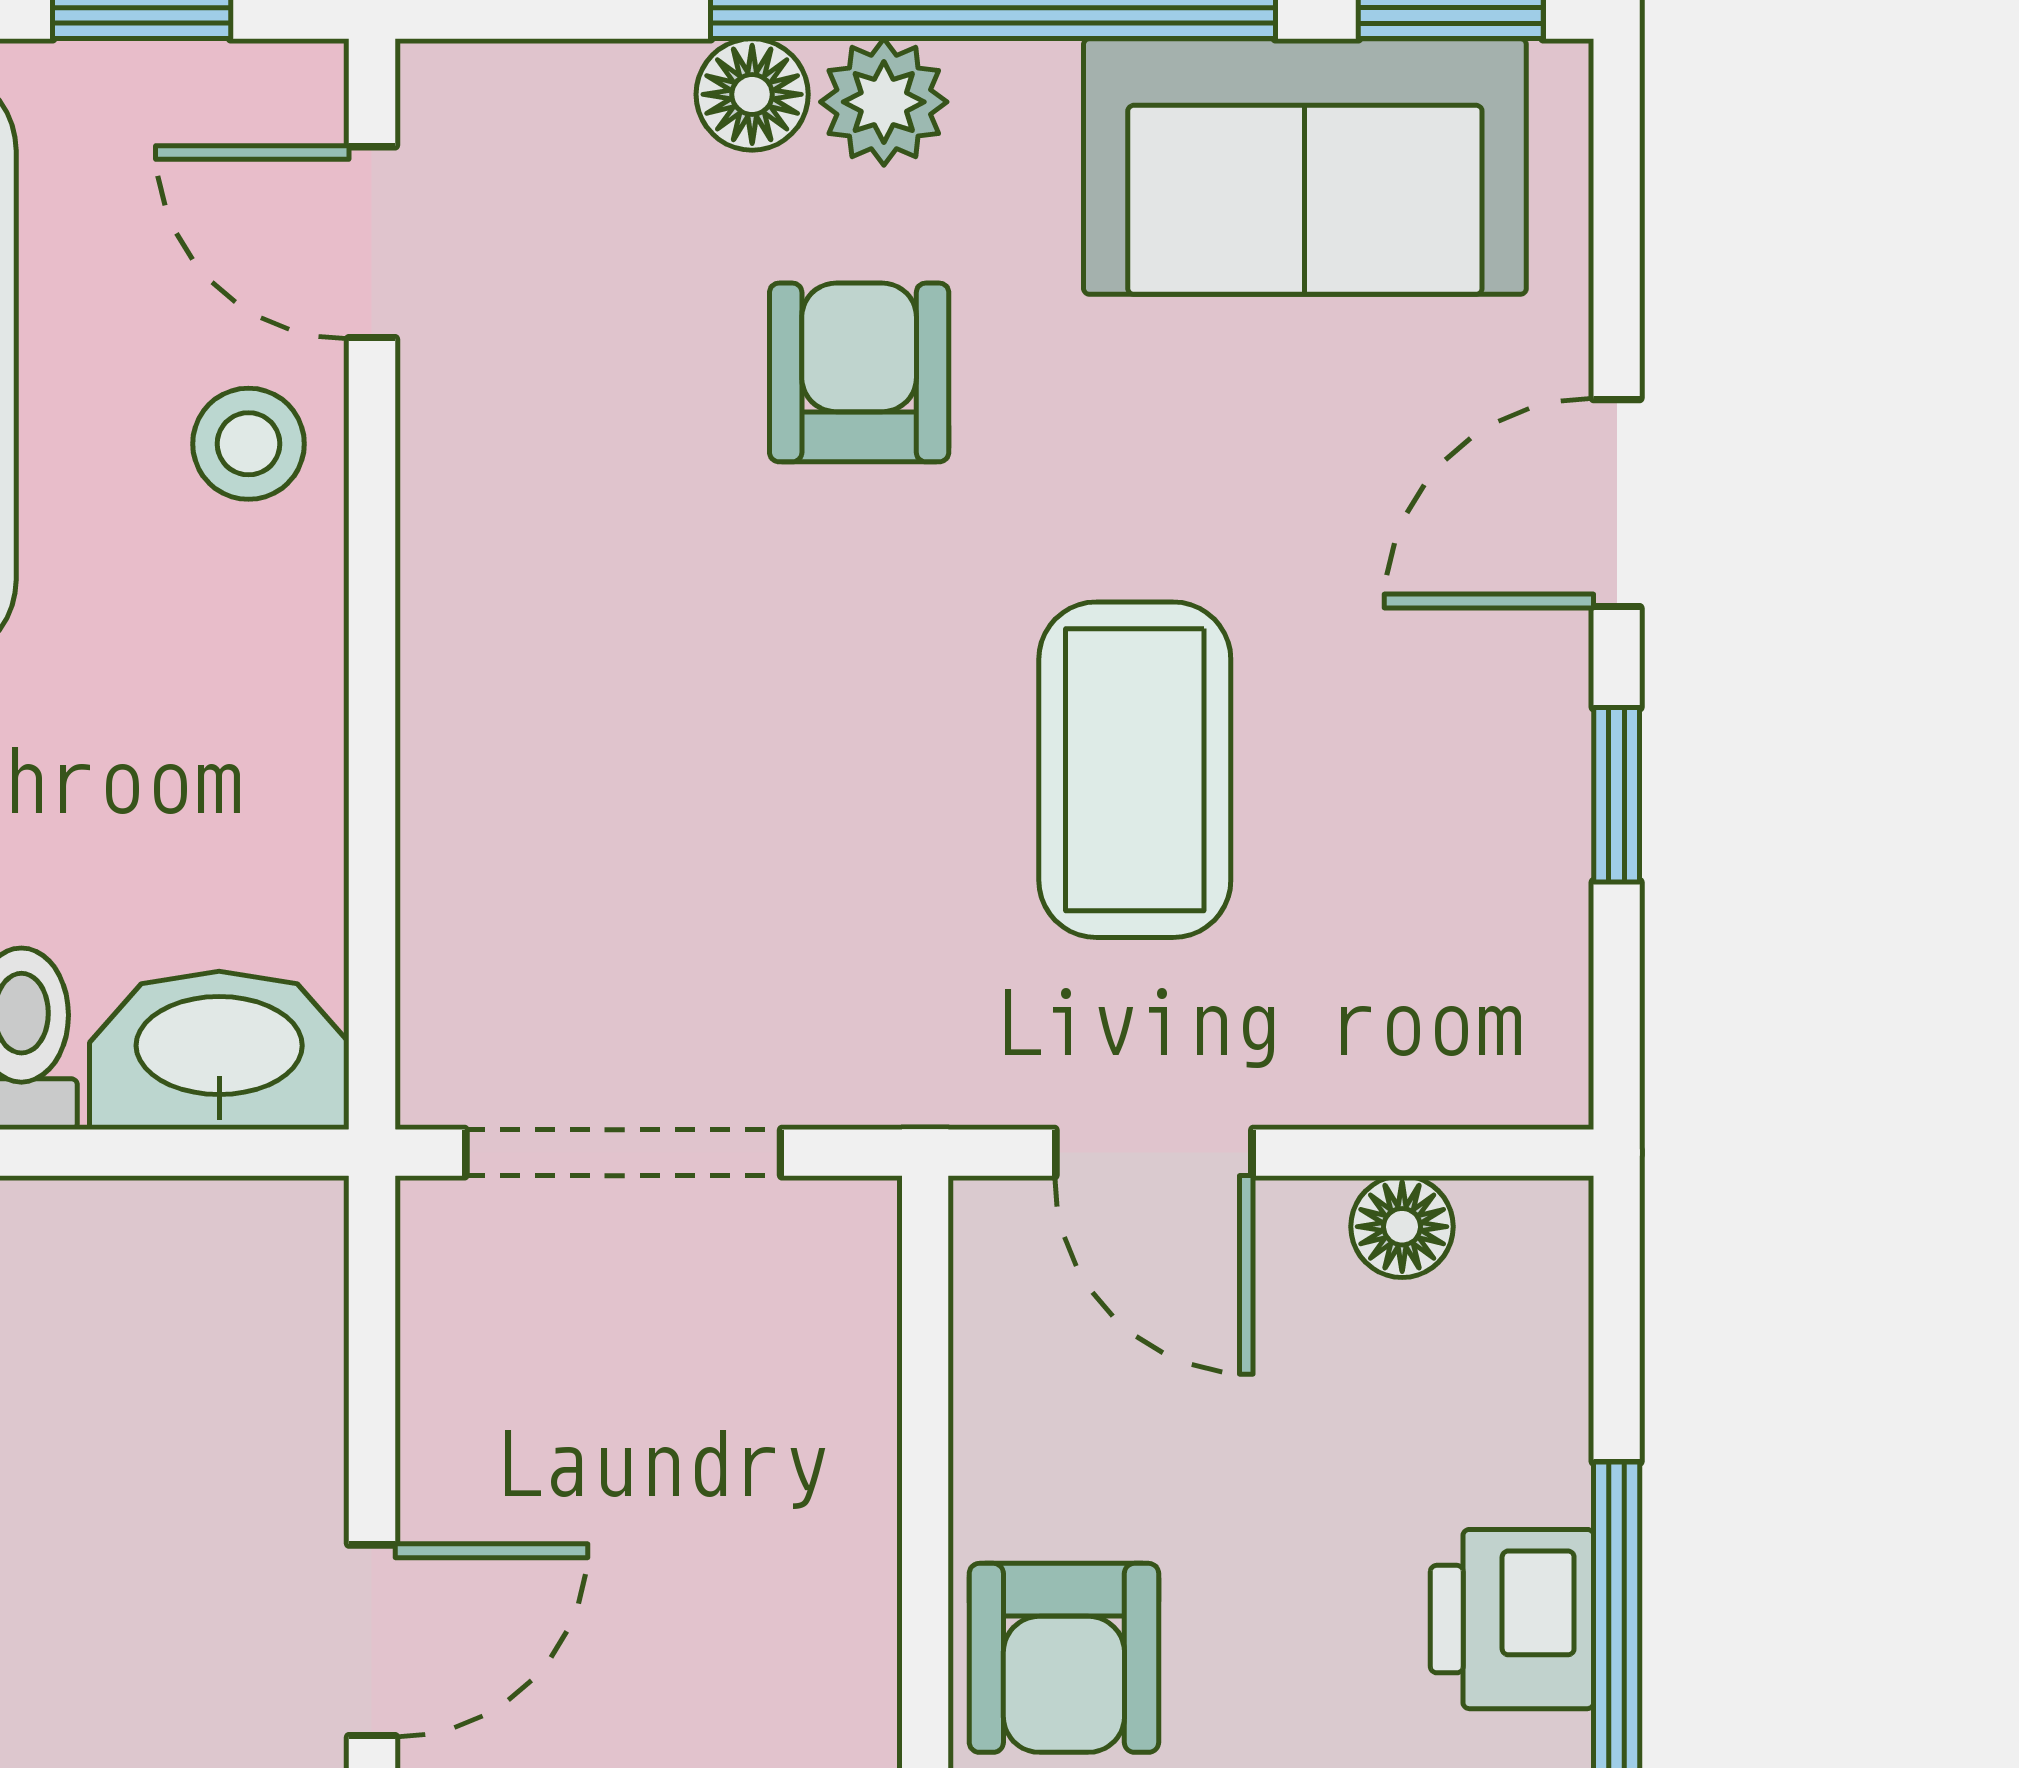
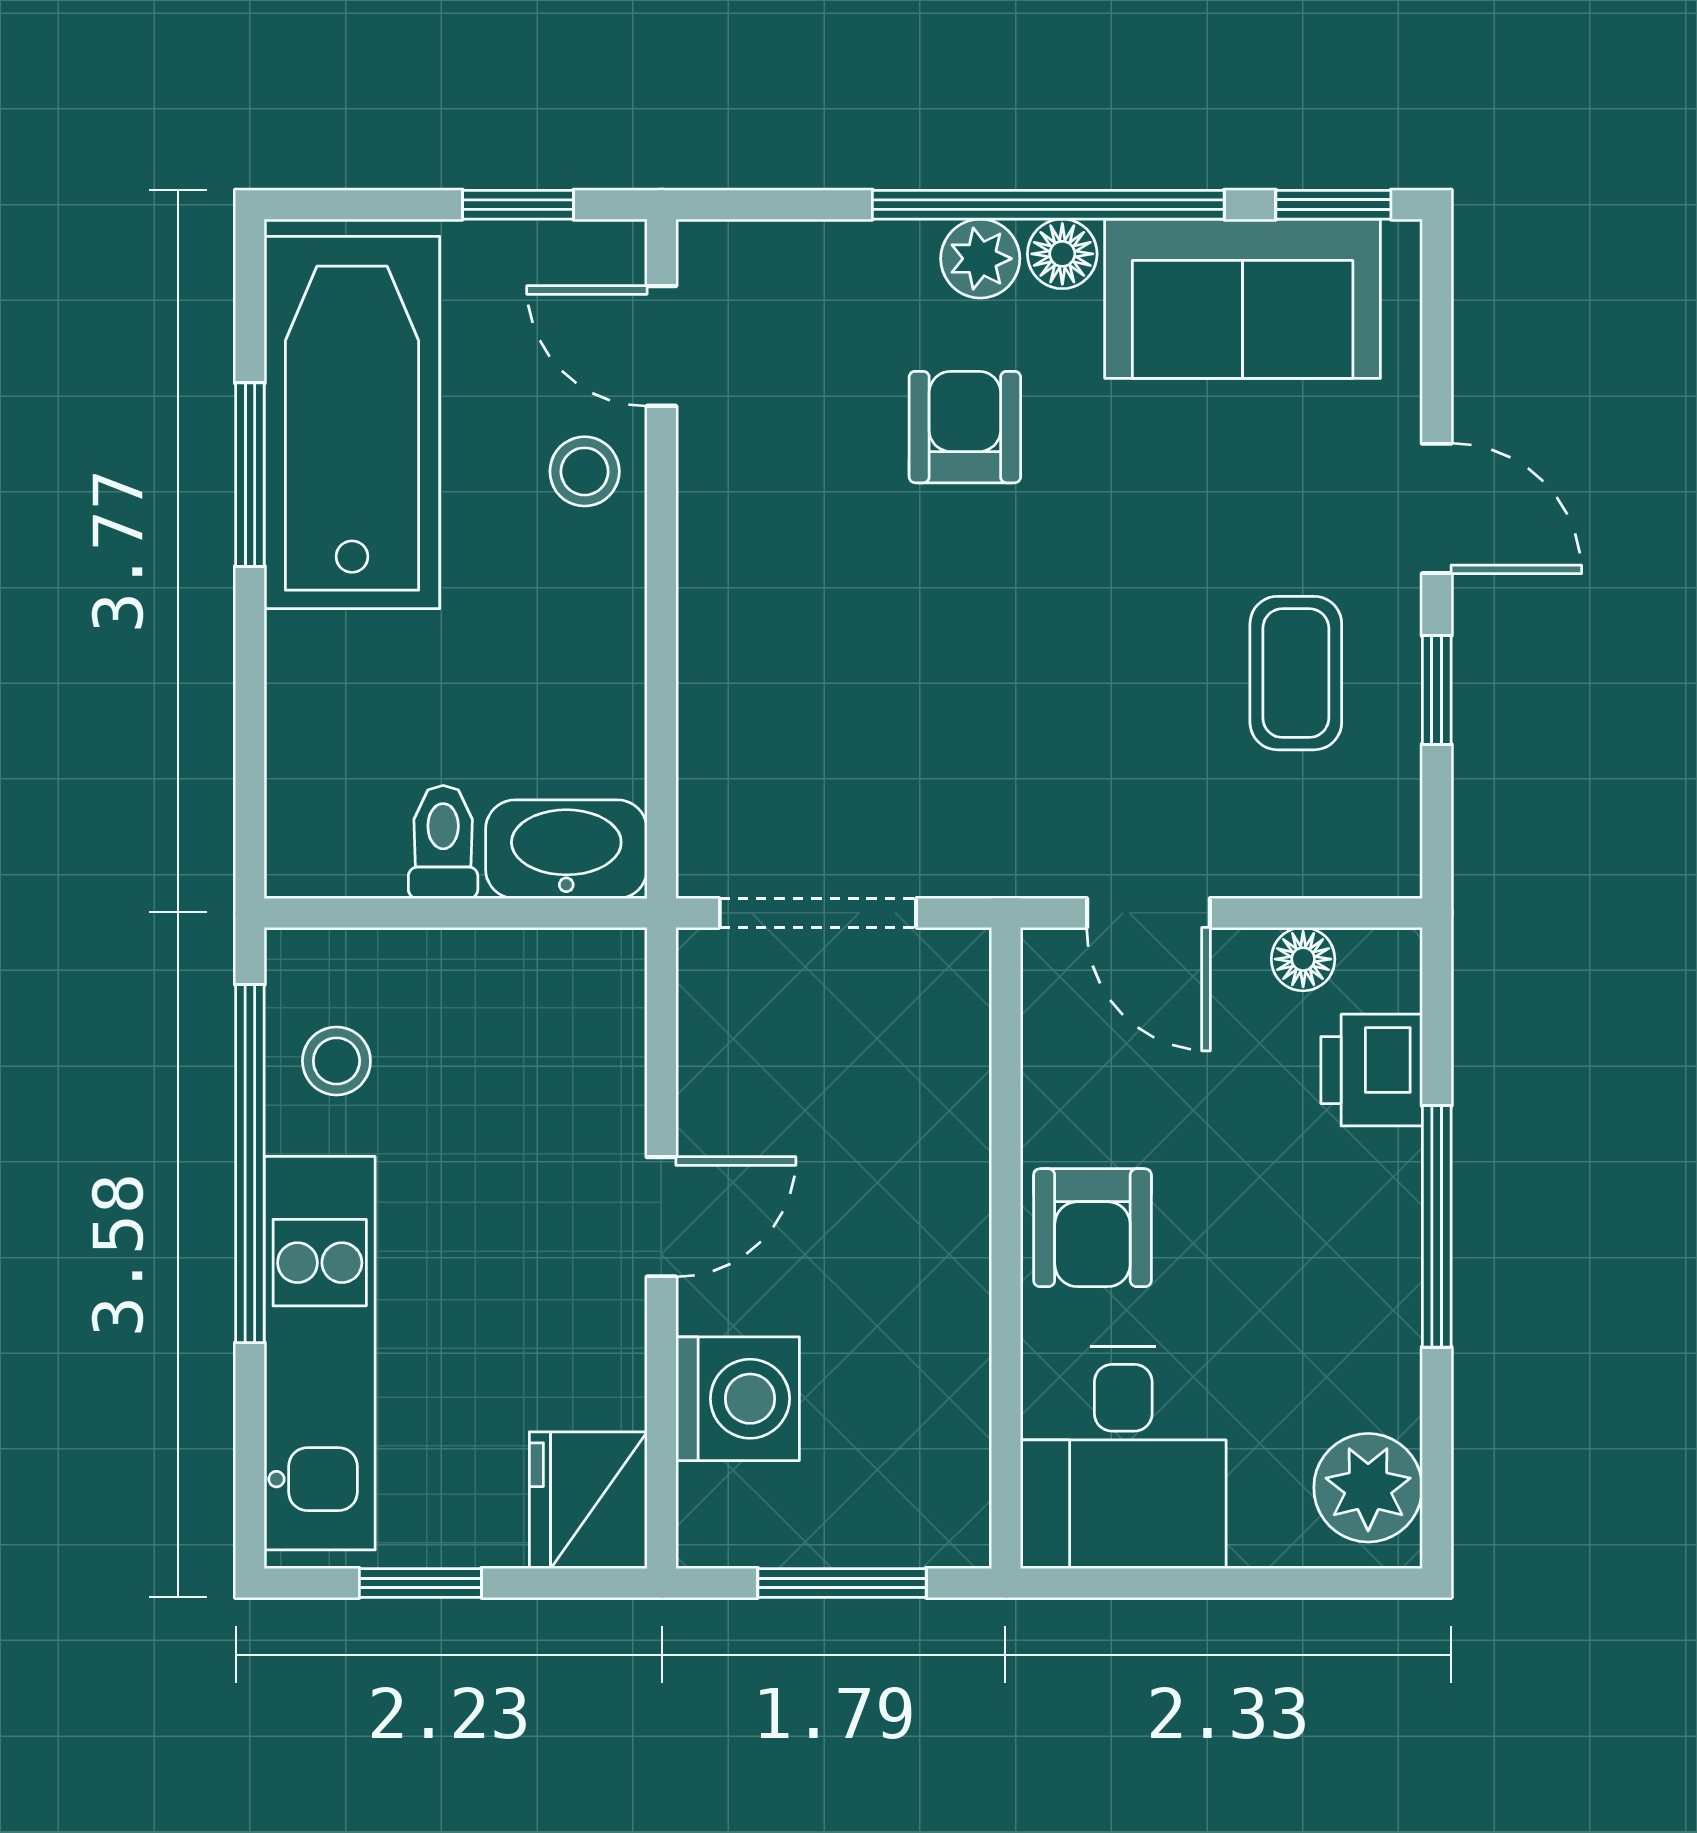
floor lamp: (752, 94) -> (1062, 254), moved
door: (1617, 503) -> (1437, 508), swing flipped
coffee table: (1135, 770) -> (1296, 673), moved, width x0.73, depth x0.77
printer: (1512, 1619) -> (1372, 1070), moved

